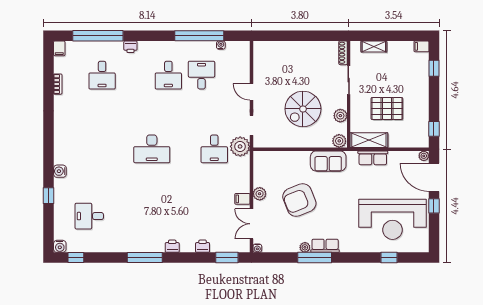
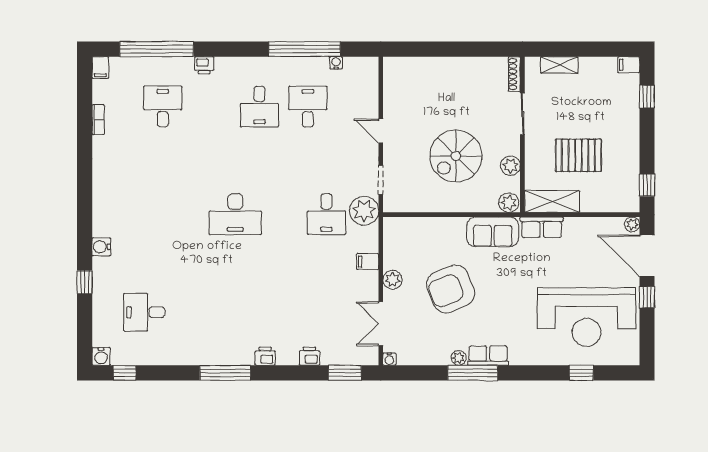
desk: (102, 75) -> (163, 107), turned 180
row of seats: (373, 158) -> (542, 227), moved
filing cabinet: (242, 199) -> (368, 262), moved

